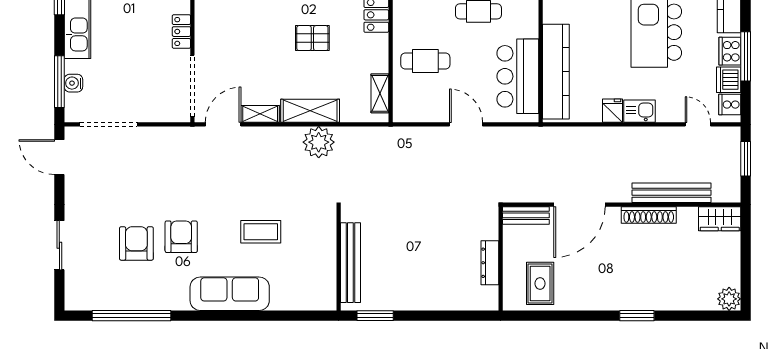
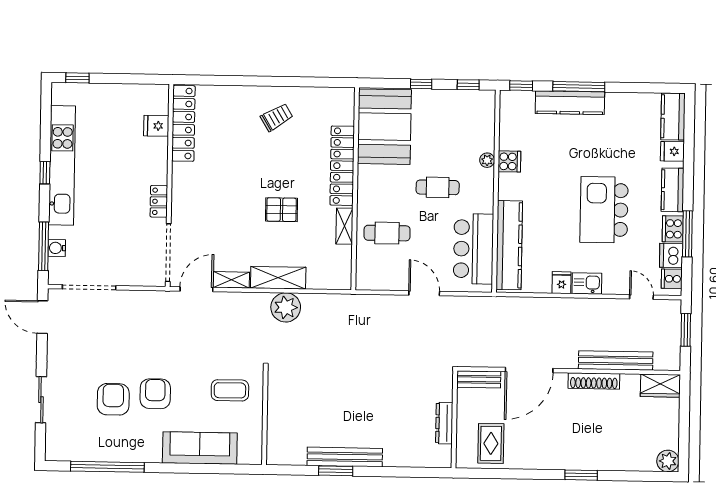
shelving: (380, 93) -> (344, 226), moved
wall: (339, 259) -> (265, 416), moved
bench: (350, 263) -> (345, 457), moved, turned 90

